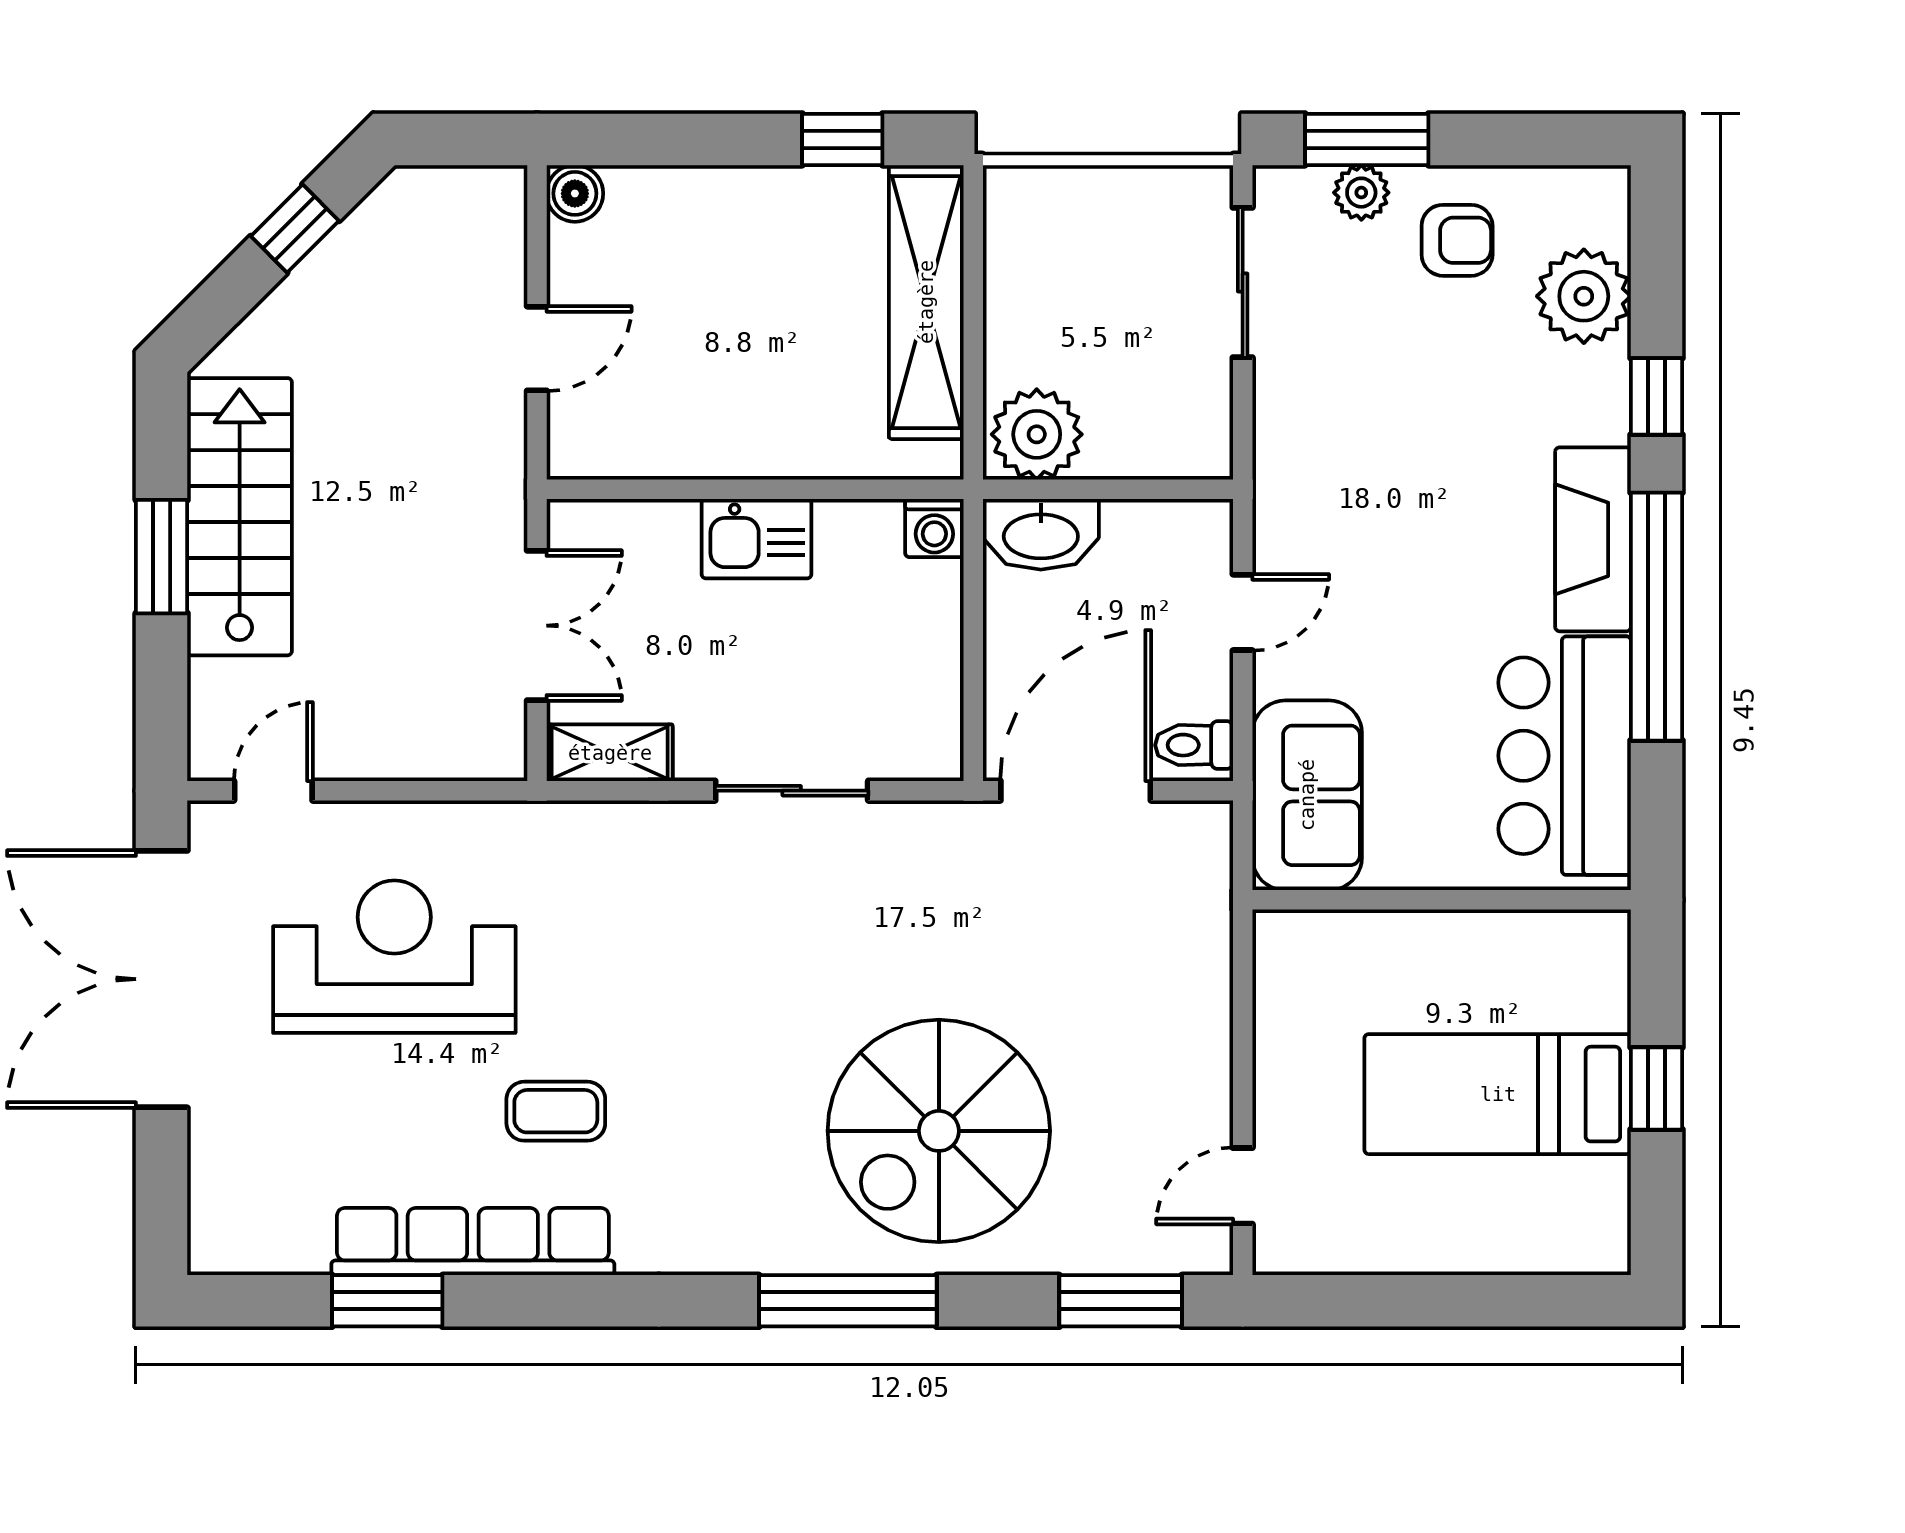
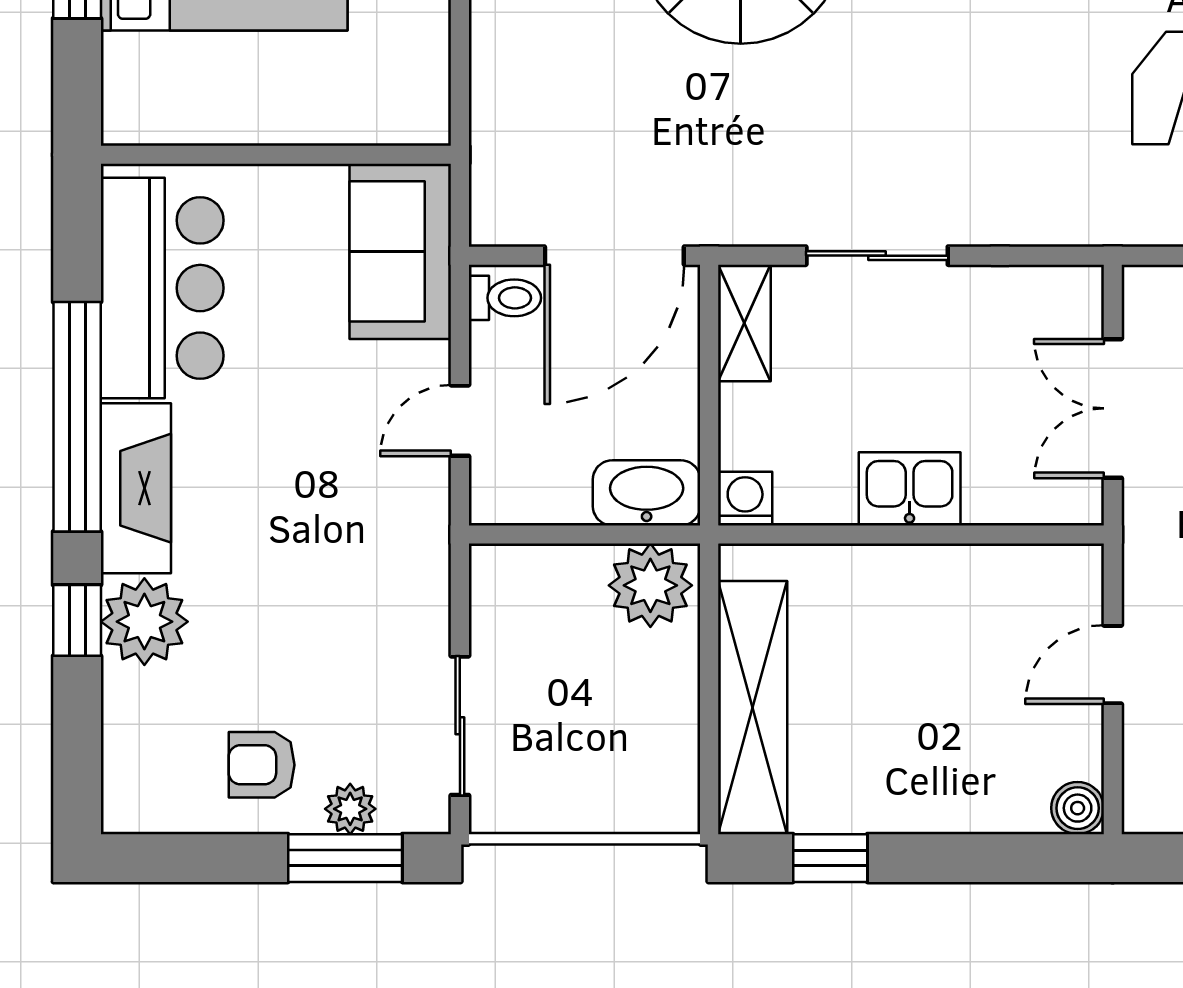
plant: (1584, 296) -> (144, 622), moved
shelving: (610, 753) -> (744, 323), moved, turned 90

